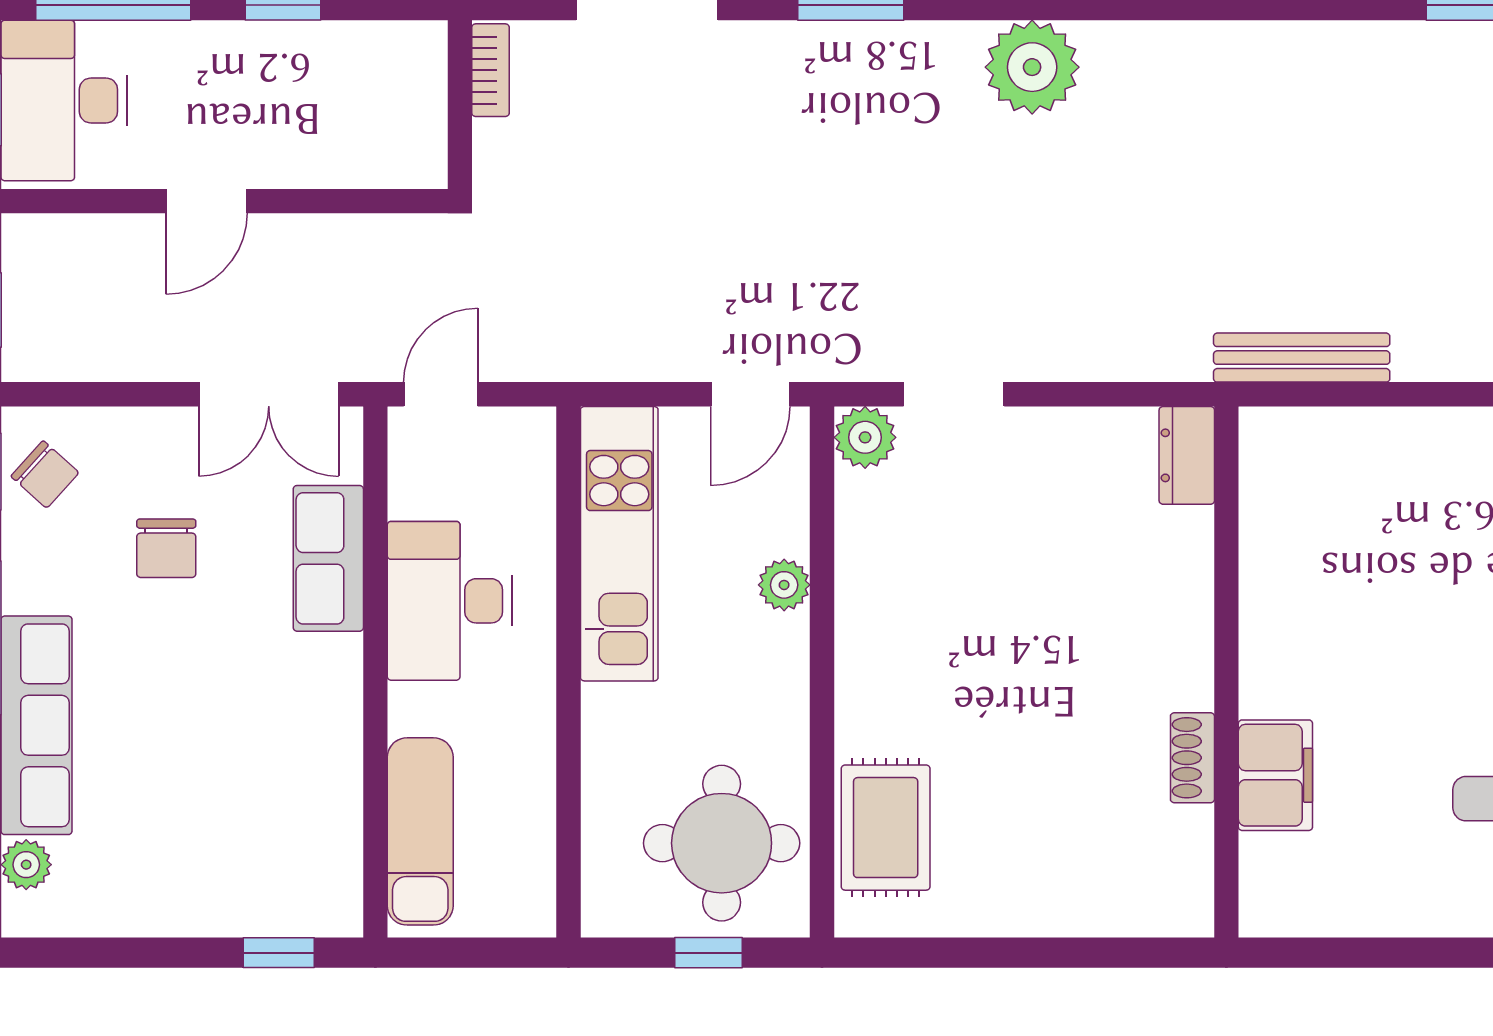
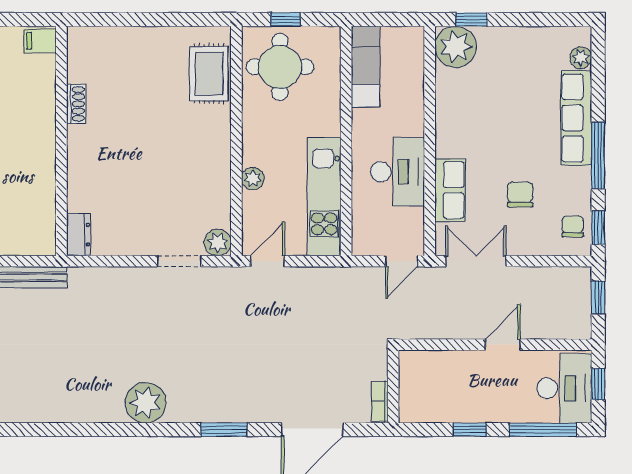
chair: (45, 474) -> (573, 226), turned 48
filing cabinet: (1275, 775) -> (40, 41), moved, width x0.50
exam couch: (420, 831) -> (366, 67), moved, turned 180
plant: (315, 890) -> (456, 47), added

